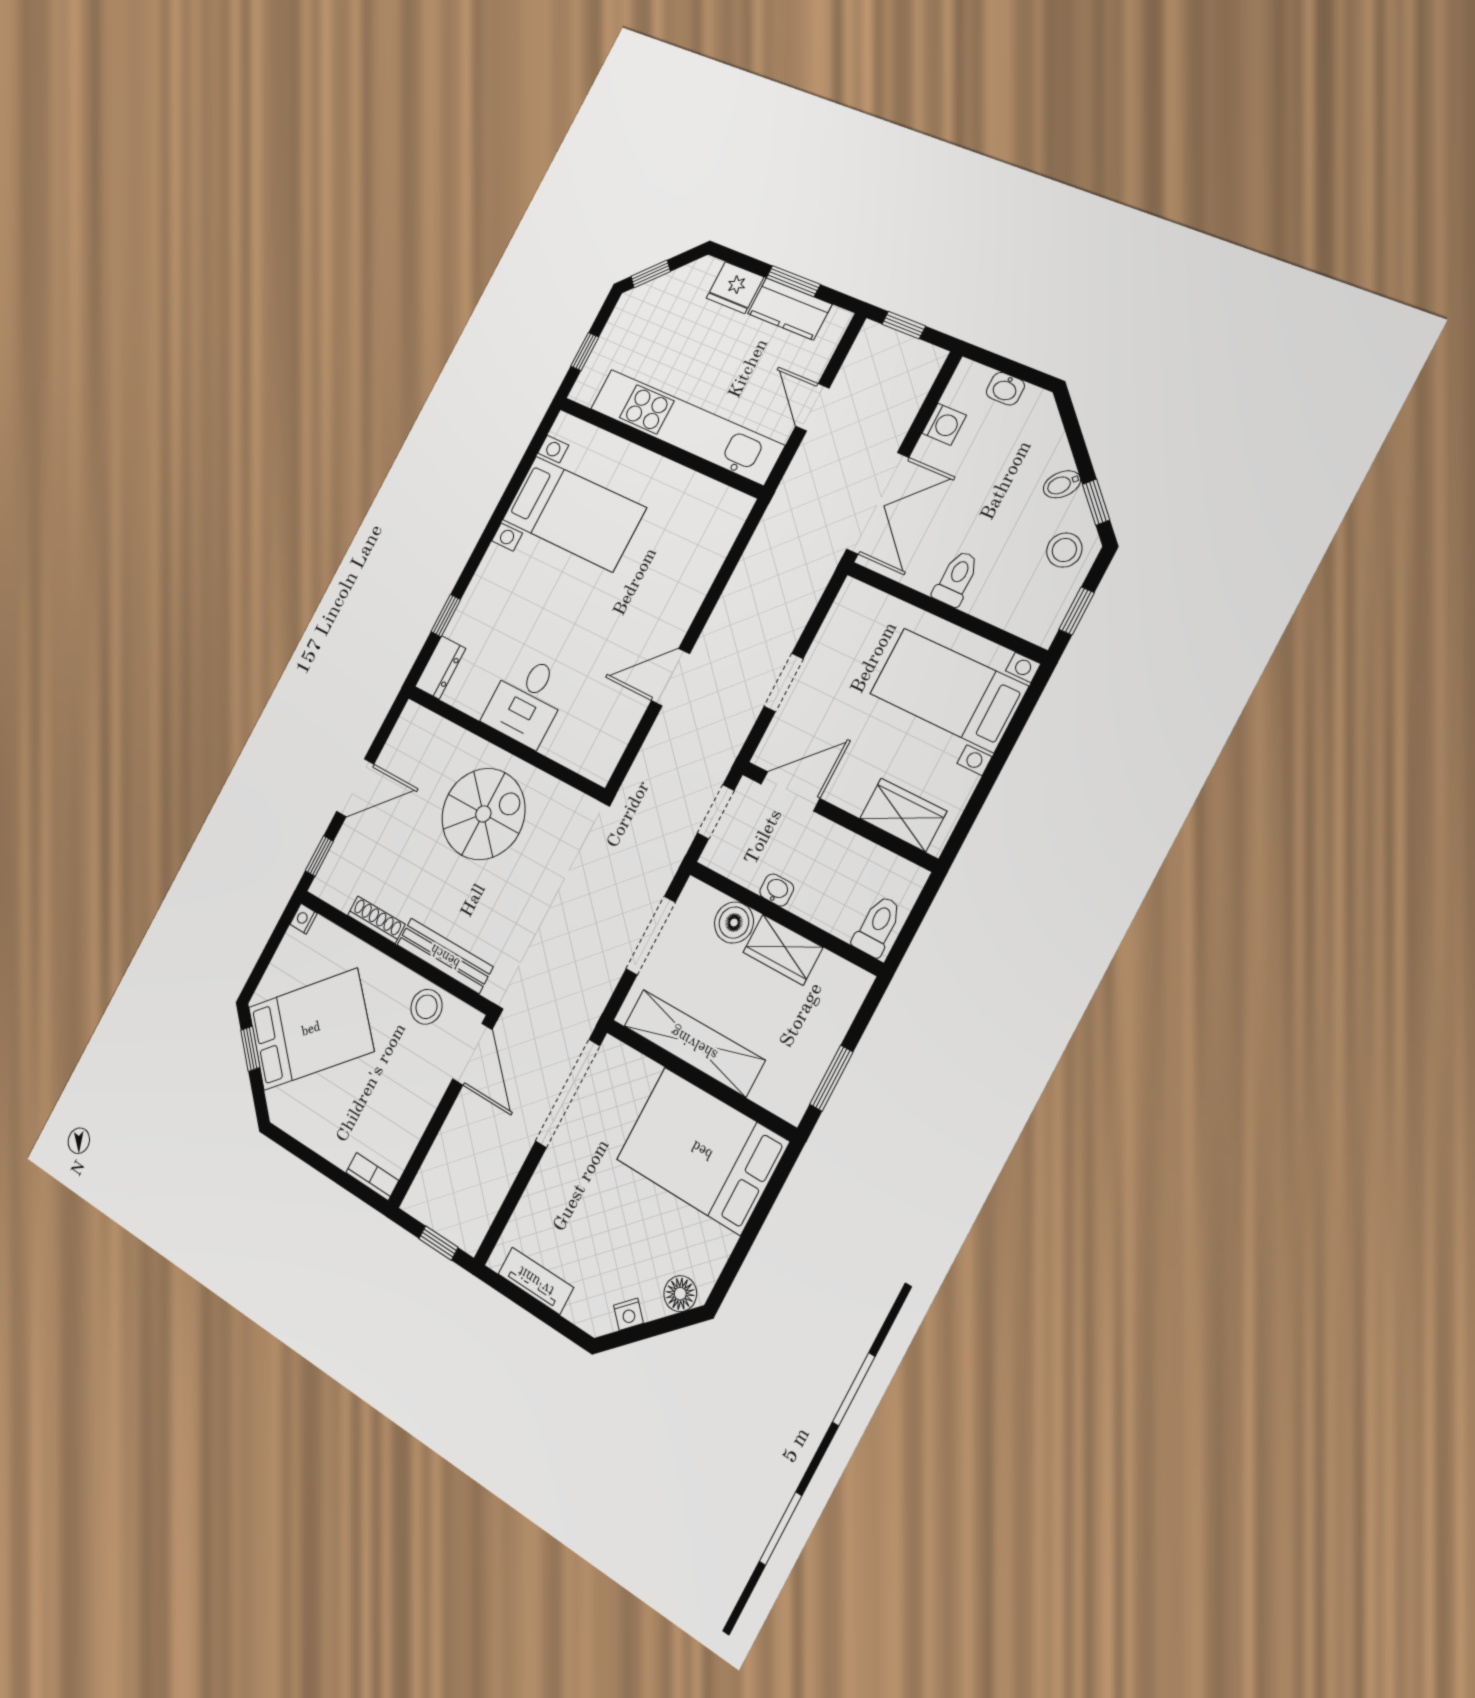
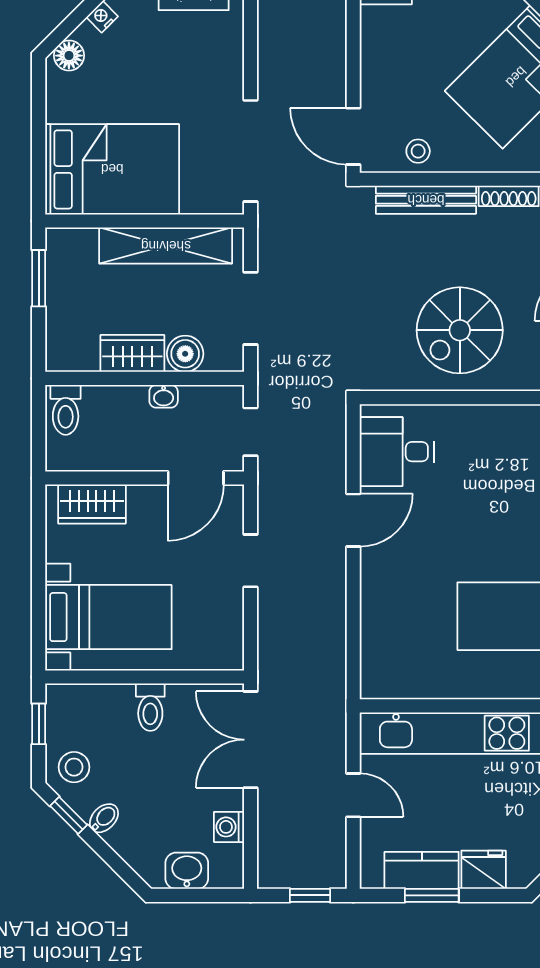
washbasin: (1005, 389) -> (187, 871), width x1.38, depth x1.45
desk: (526, 701) -> (397, 452), moved, turned -90
stool: (426, 1007) -> (418, 151), width x0.73, depth x0.73

